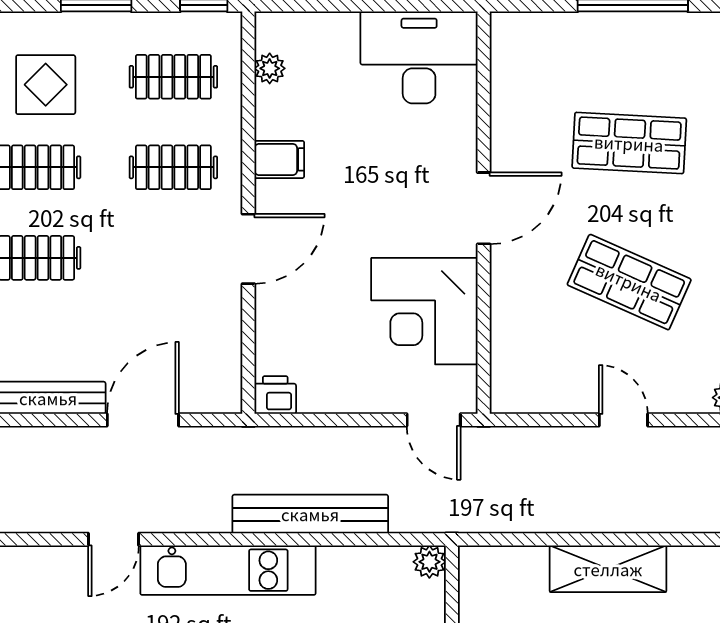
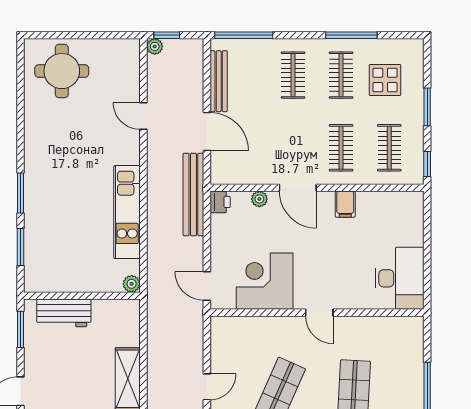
plant: (270, 68) -> (259, 199), moved
door: (484, 208) -> (319, 313), width x0.73
door: (434, 420) -> (207, 286), hinge flipped
bench: (310, 514) -> (193, 194), moved
kitchen unit: (228, 570) -> (127, 212), moved

